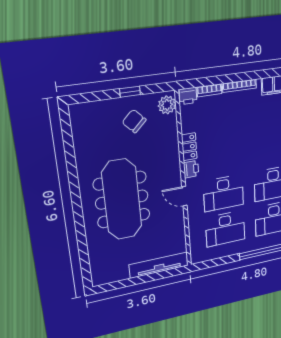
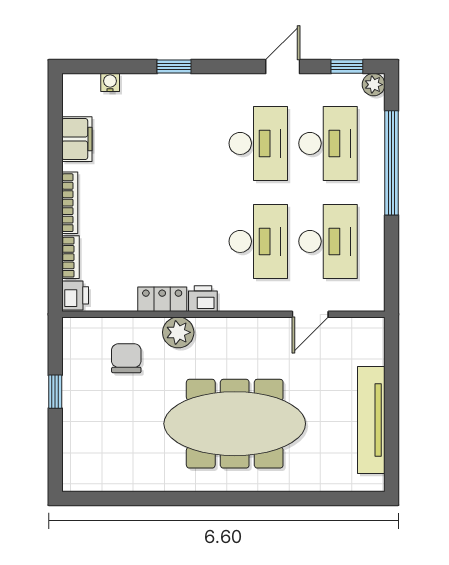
plant: (167, 105) -> (178, 332), moved
chair: (134, 121) -> (126, 358), moved, turned 134
door: (184, 196) -> (310, 314), moved
tv unit: (159, 265) -> (371, 420), moved

